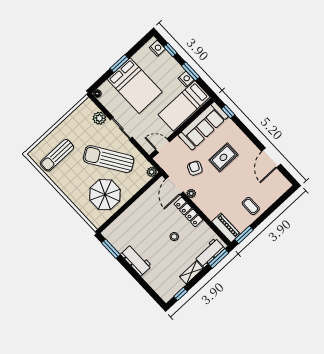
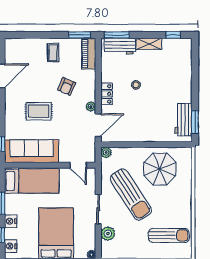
nightstand: (186, 79) -> (11, 221), moved
armchair: (195, 168) -> (67, 86), moved
locker: (188, 212) -> (107, 94), width x0.66
workbench: (136, 260) -> (183, 120), moved

